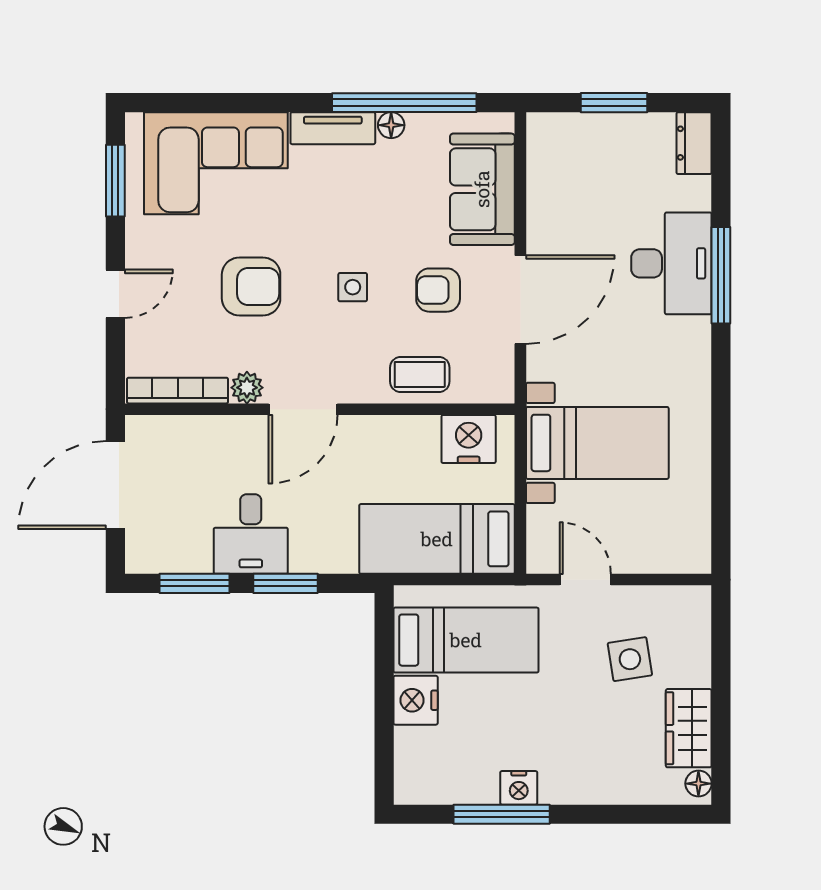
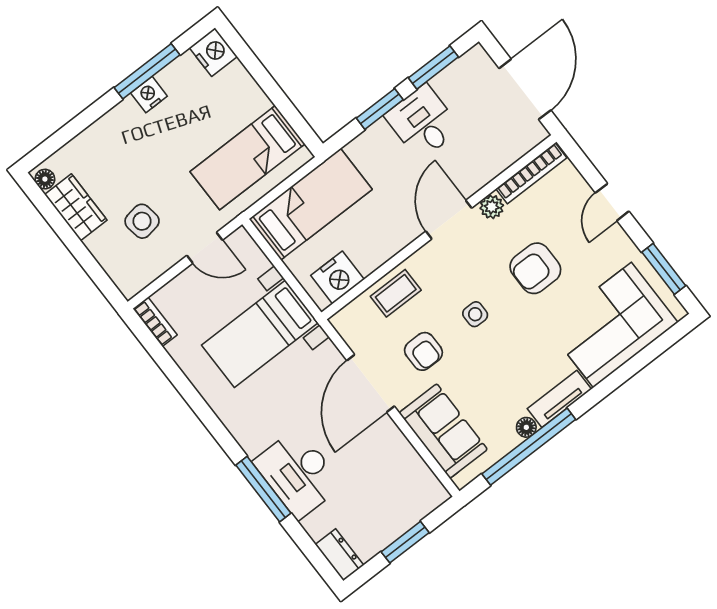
armchair: (438, 290) -> (423, 351), turned 90
bookcase: (699, 542) -> (155, 322), added
nightstand: (416, 700) -> (213, 52), moved

